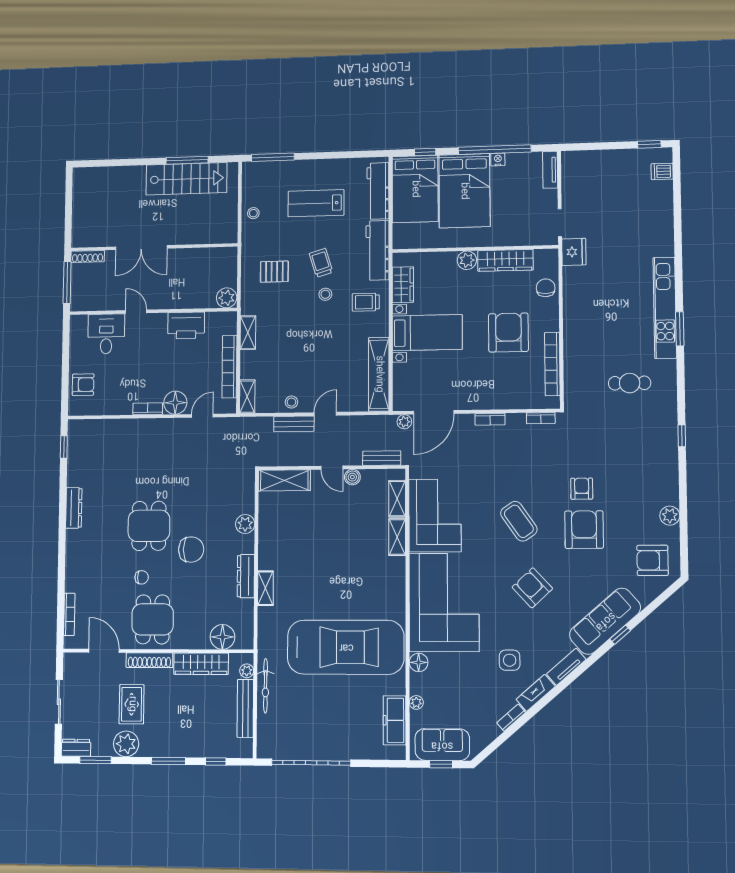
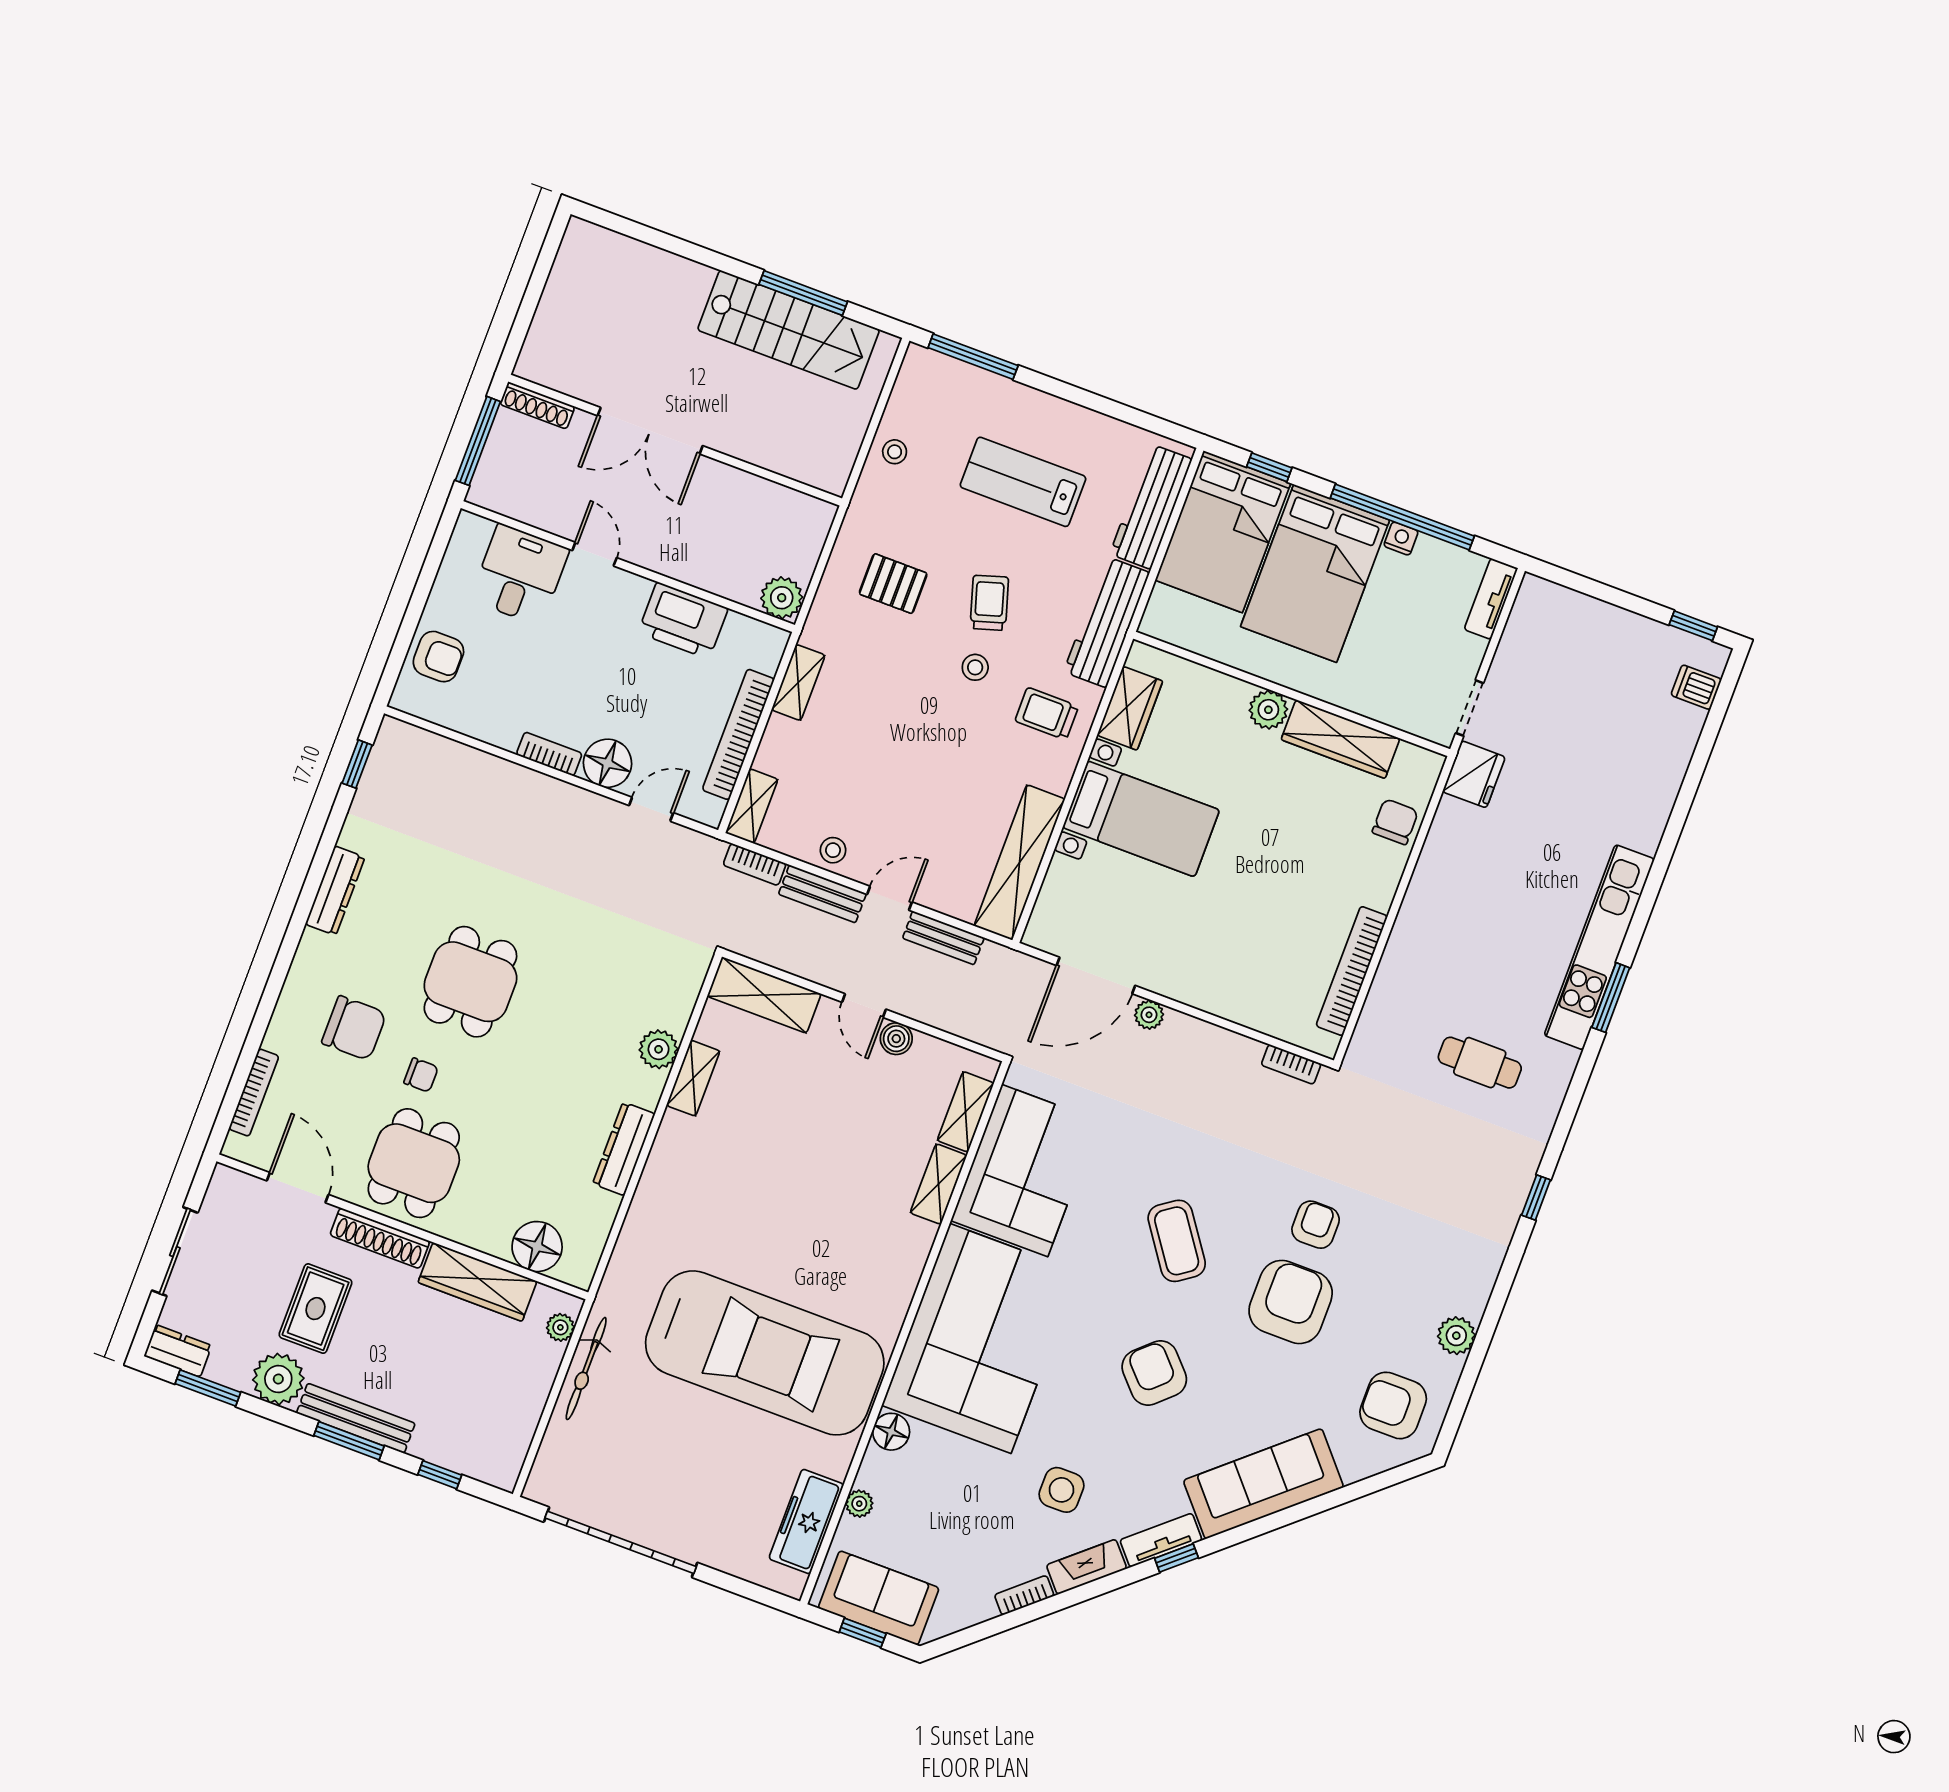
armchair: (508, 333) -> (1293, 879), removed
bookcase: (490, 419) -> (755, 864), moved
plant: (404, 422) -> (1149, 1015), moved
bench: (382, 458) -> (943, 938), moved
chair: (191, 550) -> (354, 1028), moved
shelving: (265, 588) -> (693, 1078), moved
window: (620, 635) -> (1176, 1558), moved
bench: (245, 708) -> (356, 1418), moved, turned 90

